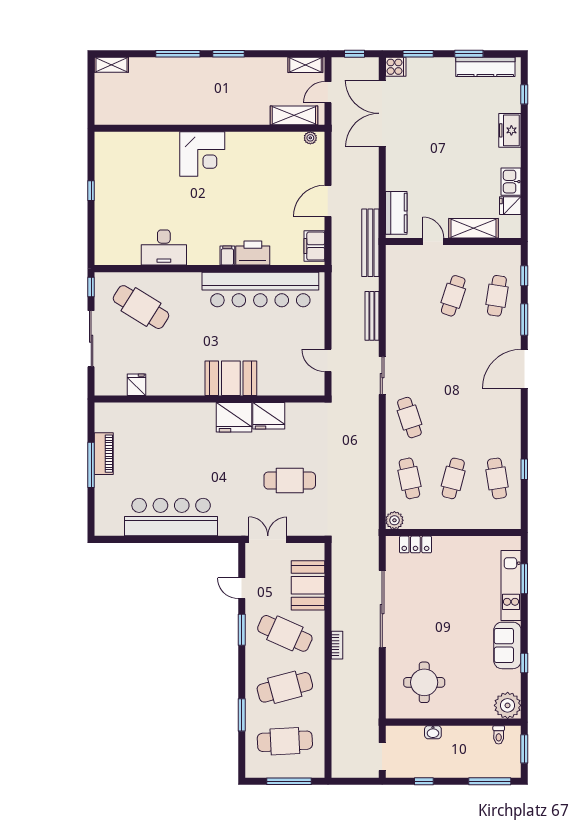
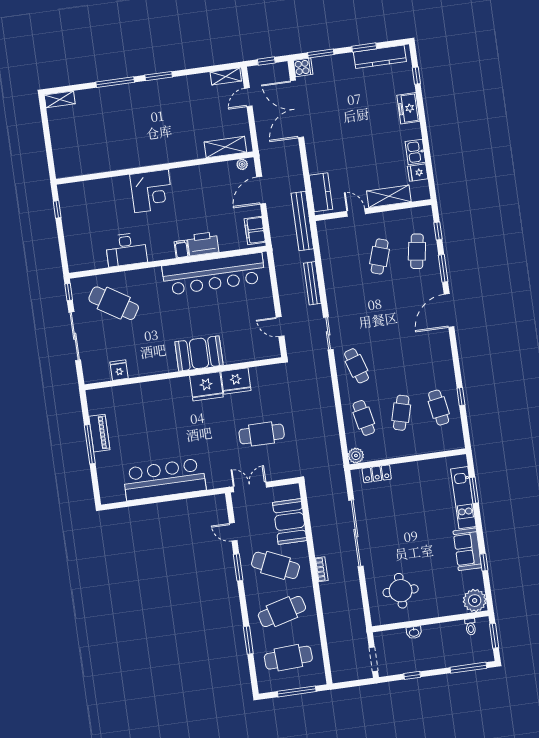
shelving: (294, 115) -> (225, 147), moved
wall: (210, 128) -> (155, 168), moved
plant: (310, 138) -> (242, 164), moved
corner desk: (202, 154) -> (152, 191), moved

